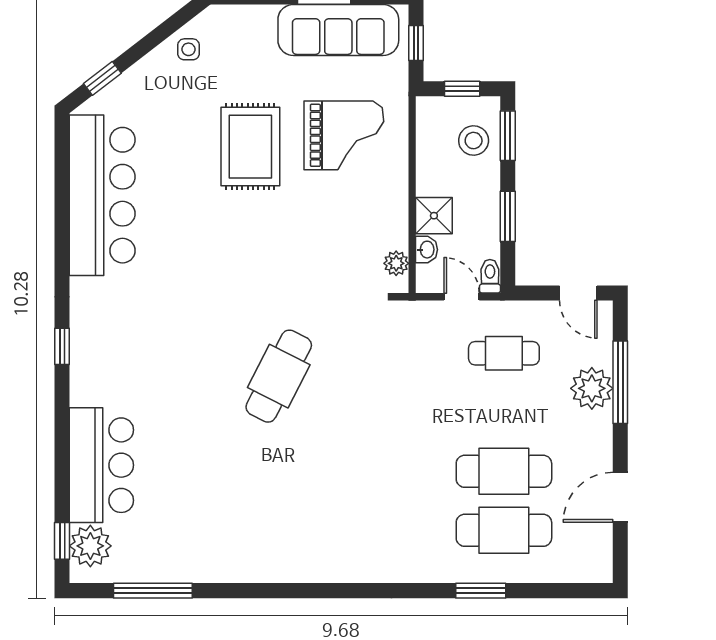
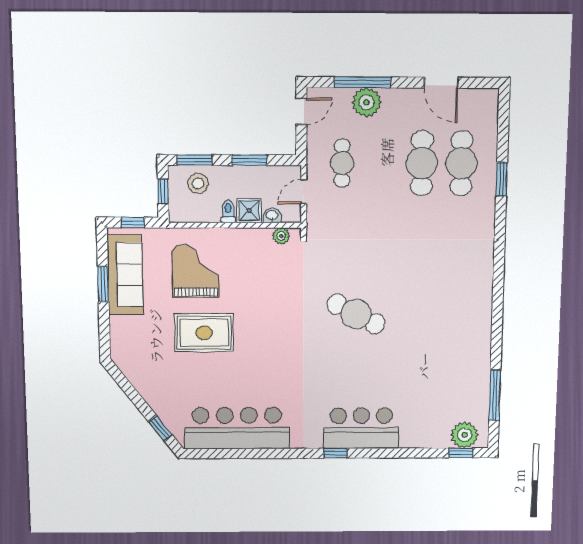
side table: (188, 49) -> (140, 373), removed
toilet: (490, 276) -> (228, 211), moved, turned 90
bar counter: (101, 465) -> (361, 428), moved

